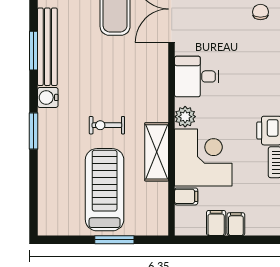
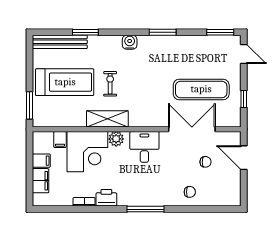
bench: (47, 47) -> (60, 42), moved
window: (34, 131) -> (85, 32), moved
shelving: (157, 152) -> (107, 119), moved
filing cabinet: (236, 224) -> (40, 181), width x2.00
window: (114, 240) -> (29, 105), moved

